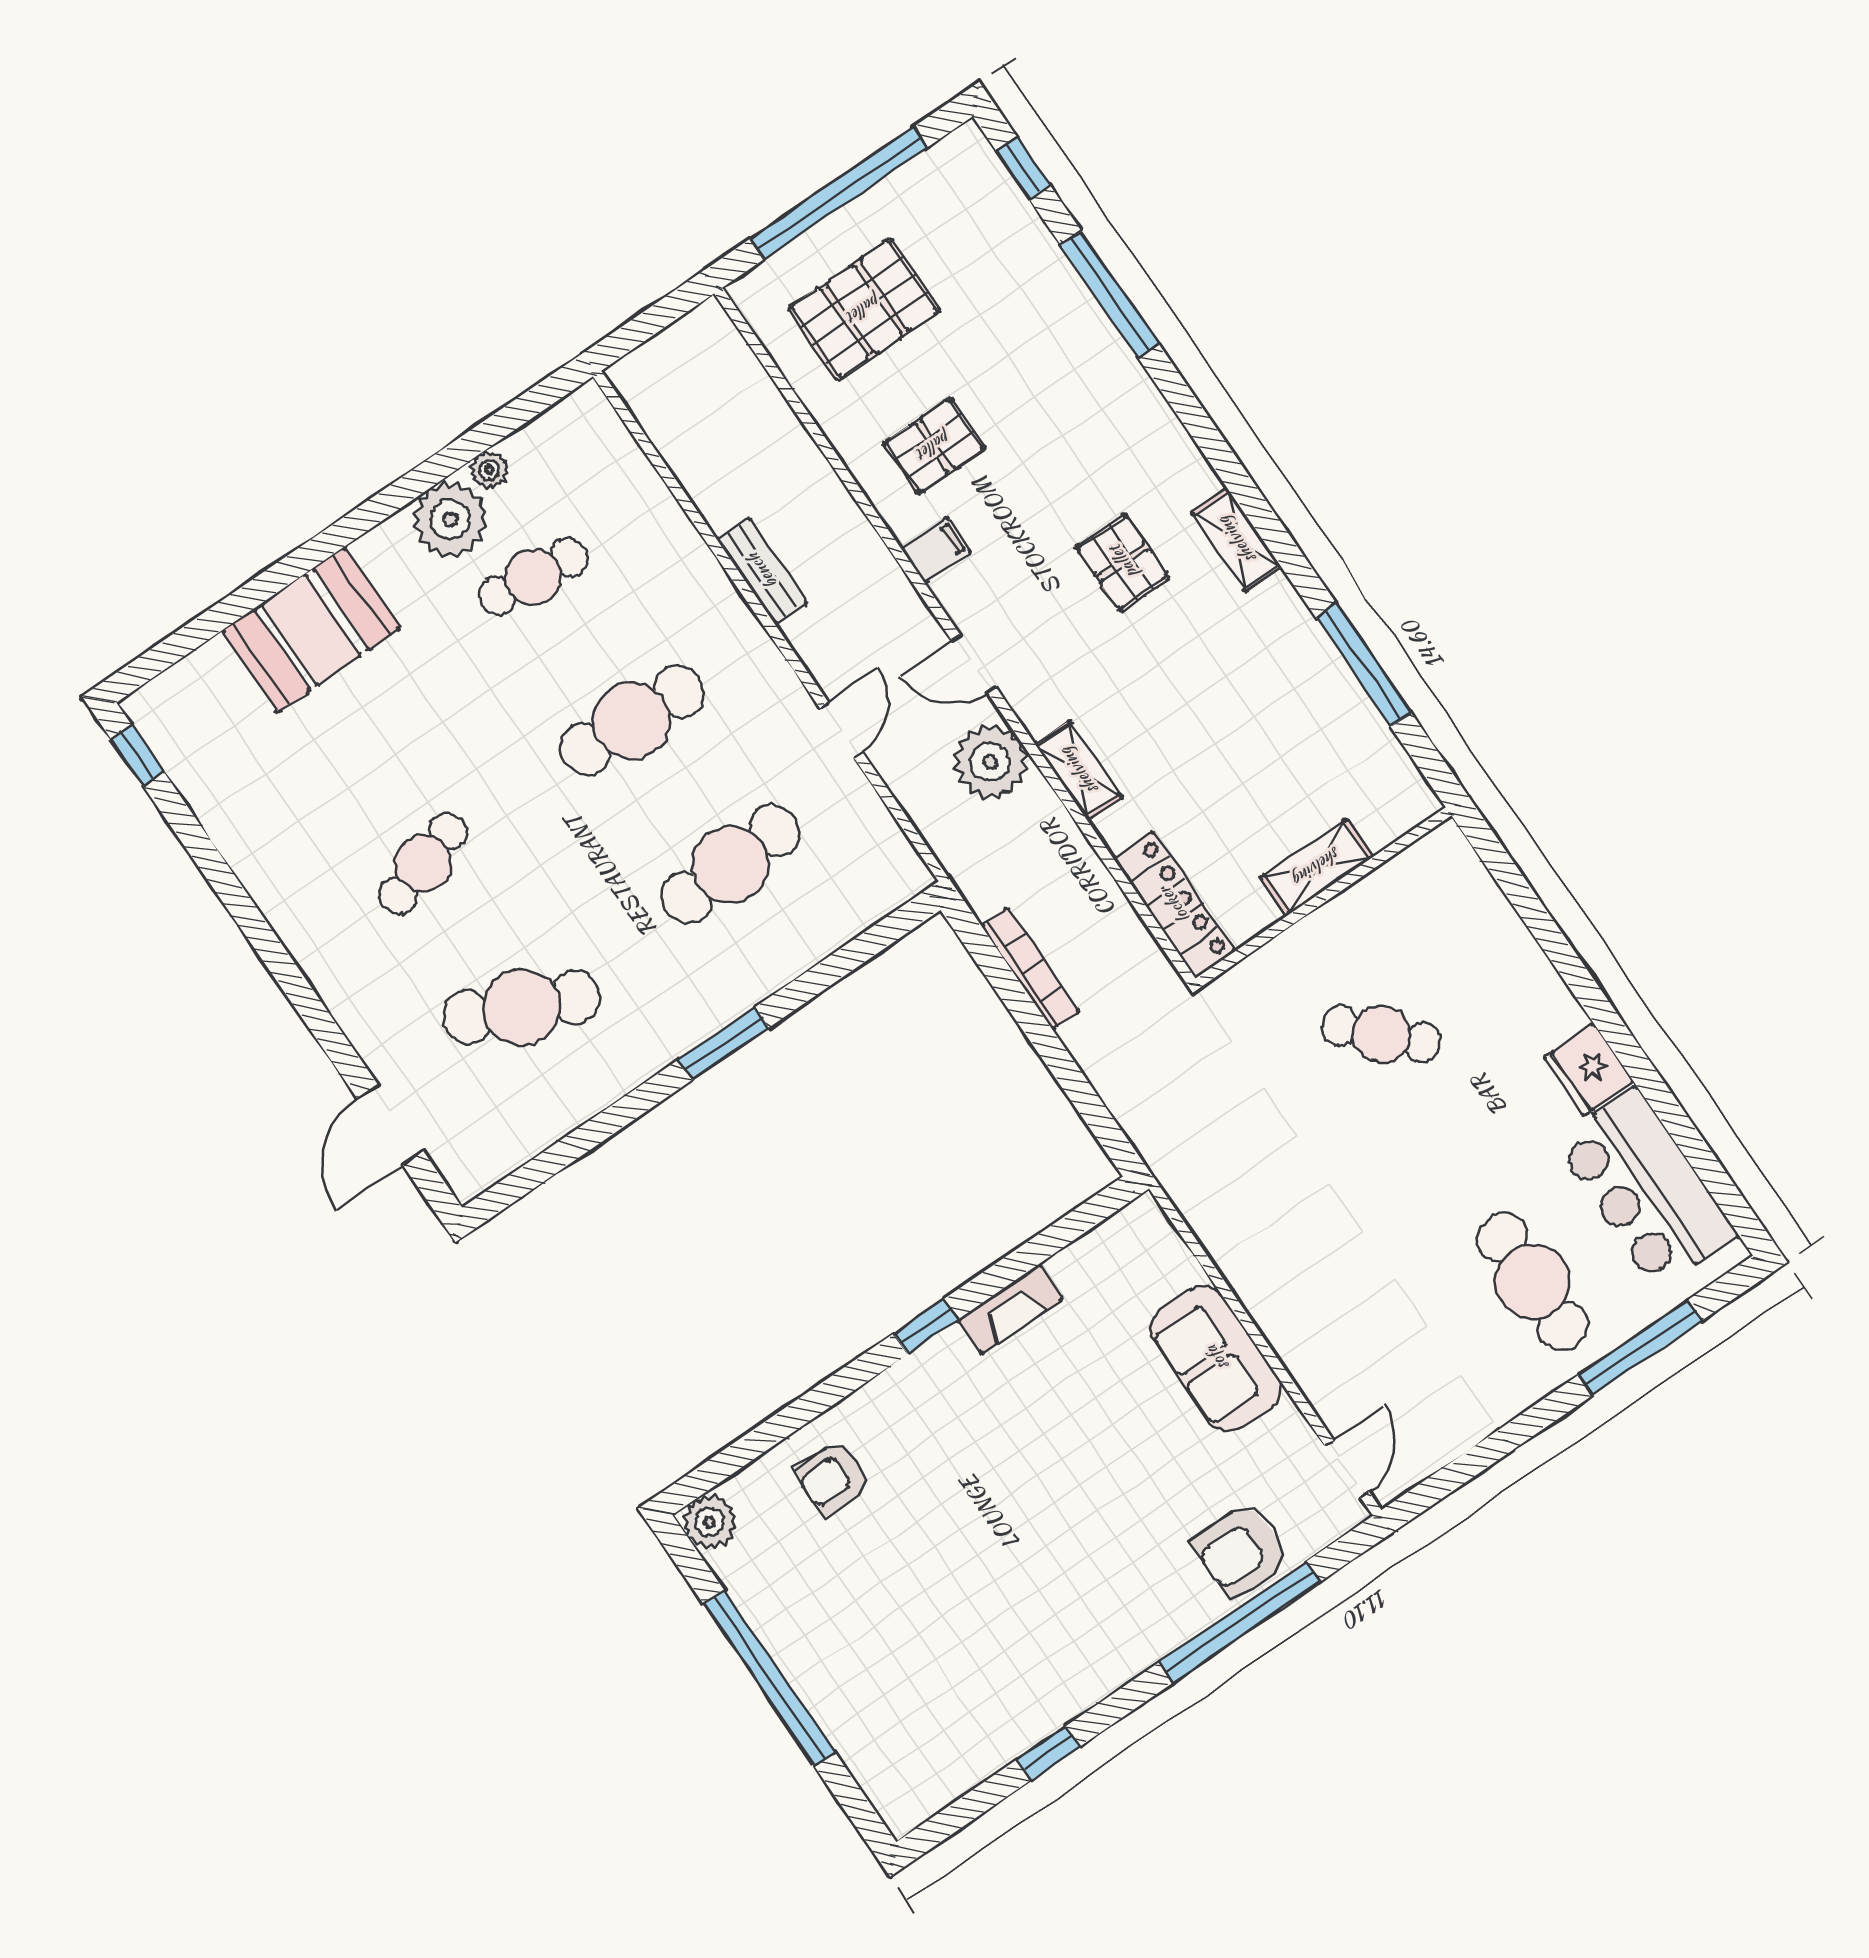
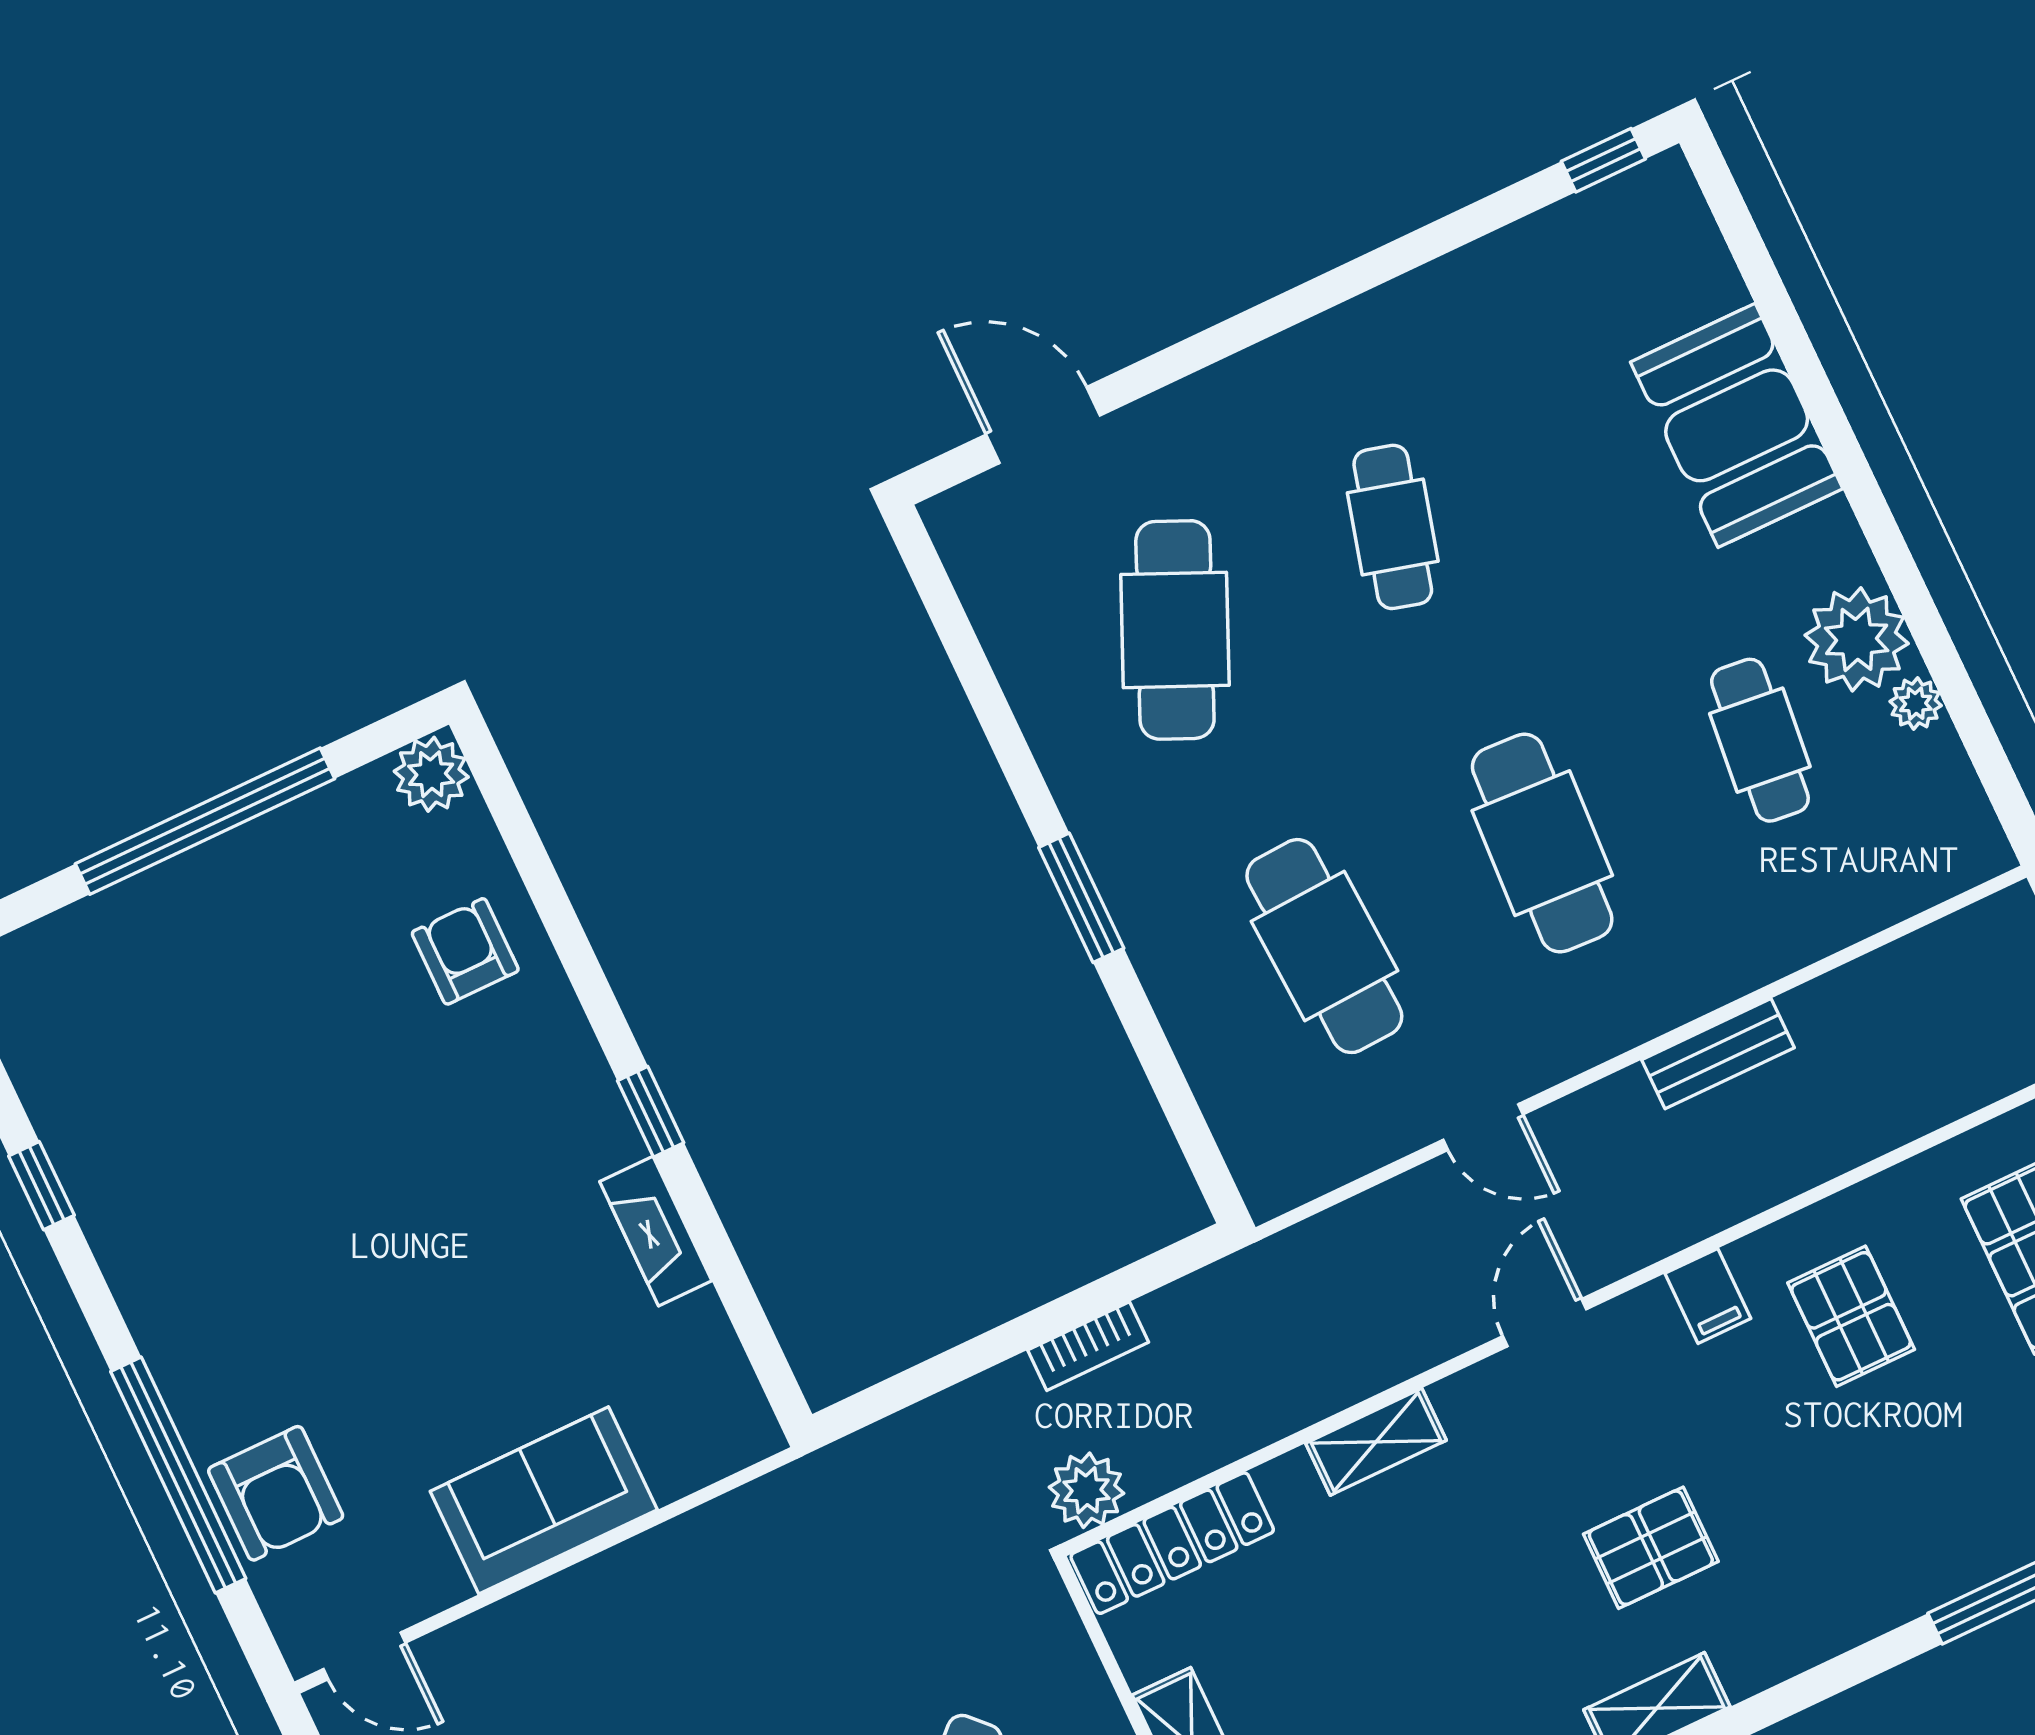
plant: (990, 762) -> (1087, 1490), moved, width x0.73, depth x0.73
cafe table: (423, 863) -> (1393, 527), turned 33
bookcase: (1030, 968) -> (1088, 1346), width x0.64
armchair: (1241, 1551) -> (276, 1493), turned 180

